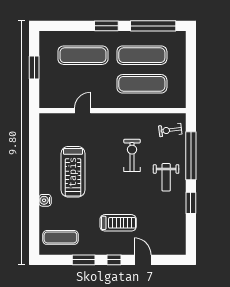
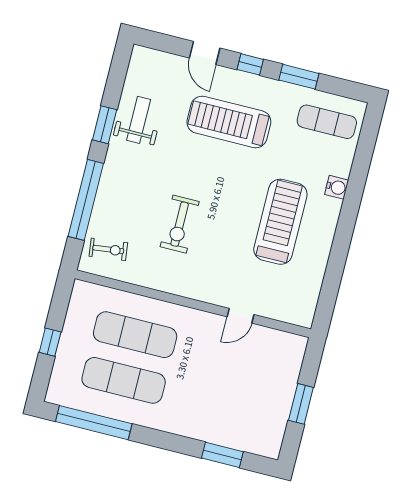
window: (106, 26) -> (222, 455), moved
exercise mat: (83, 55) -> (218, 404), removed
window: (191, 67) -> (50, 342), added
weight bench: (166, 177) -> (139, 120), moved
treadmill: (118, 223) -> (229, 122), width x1.37, depth x1.38

